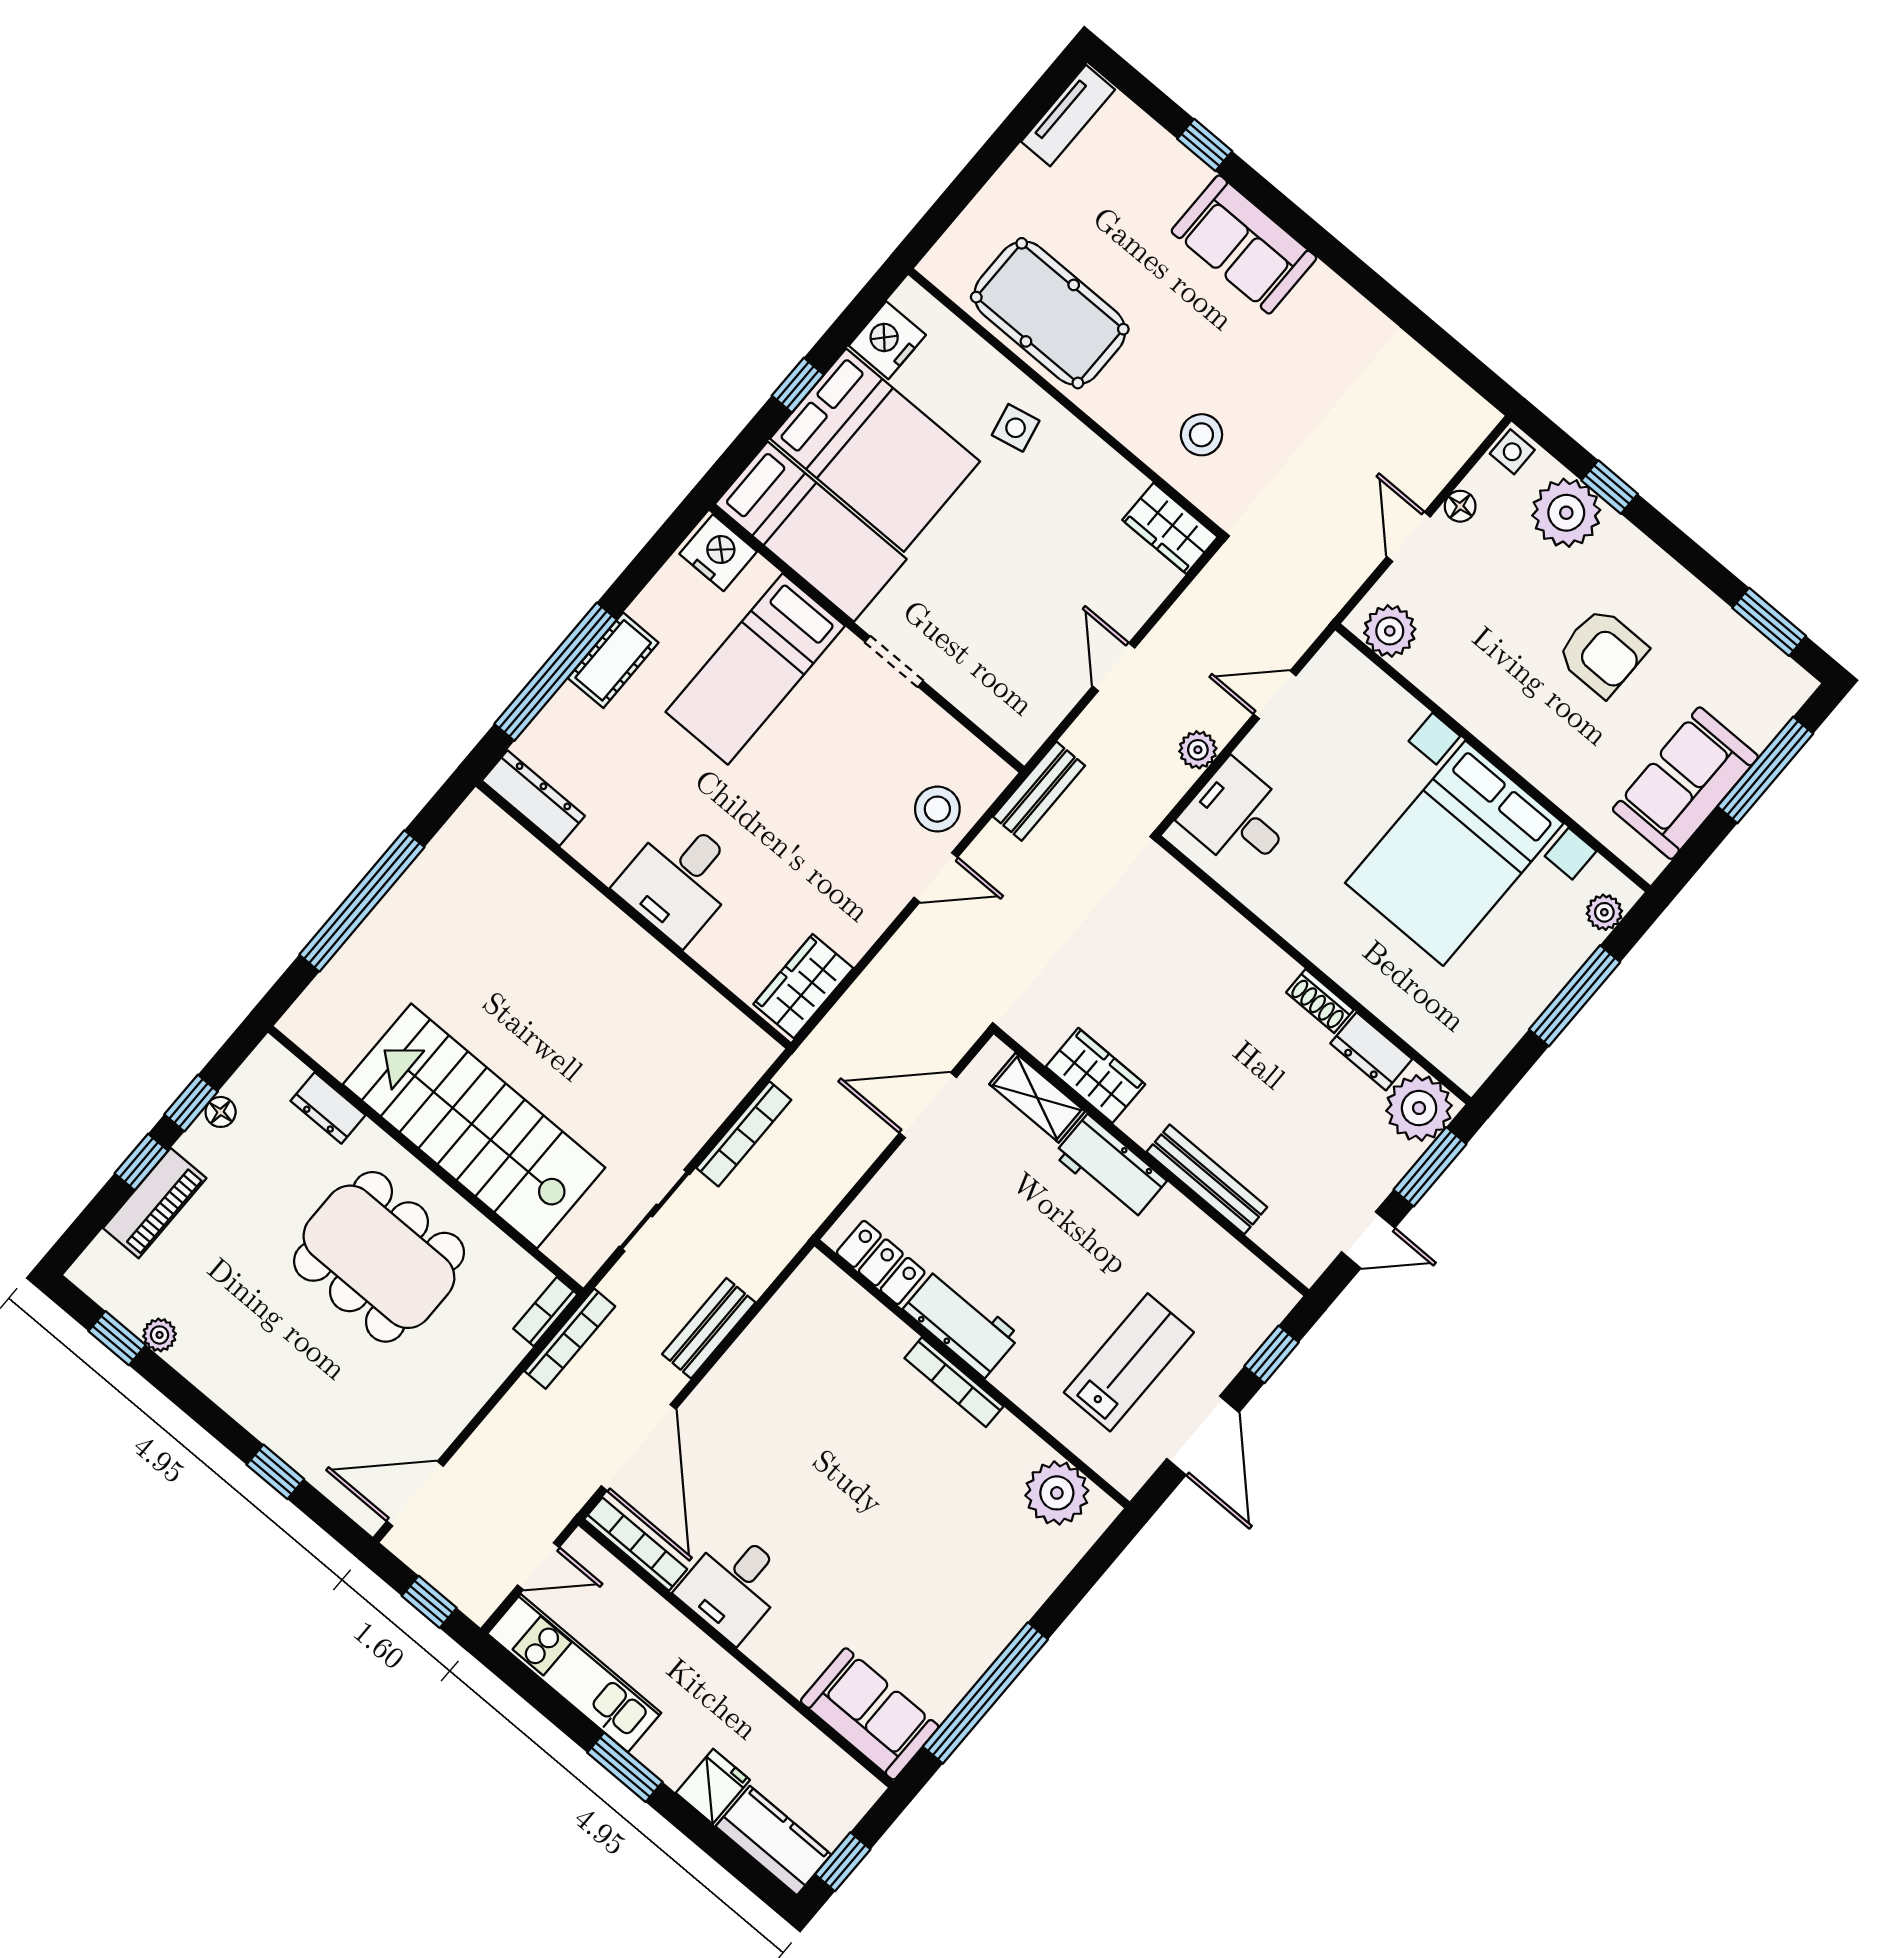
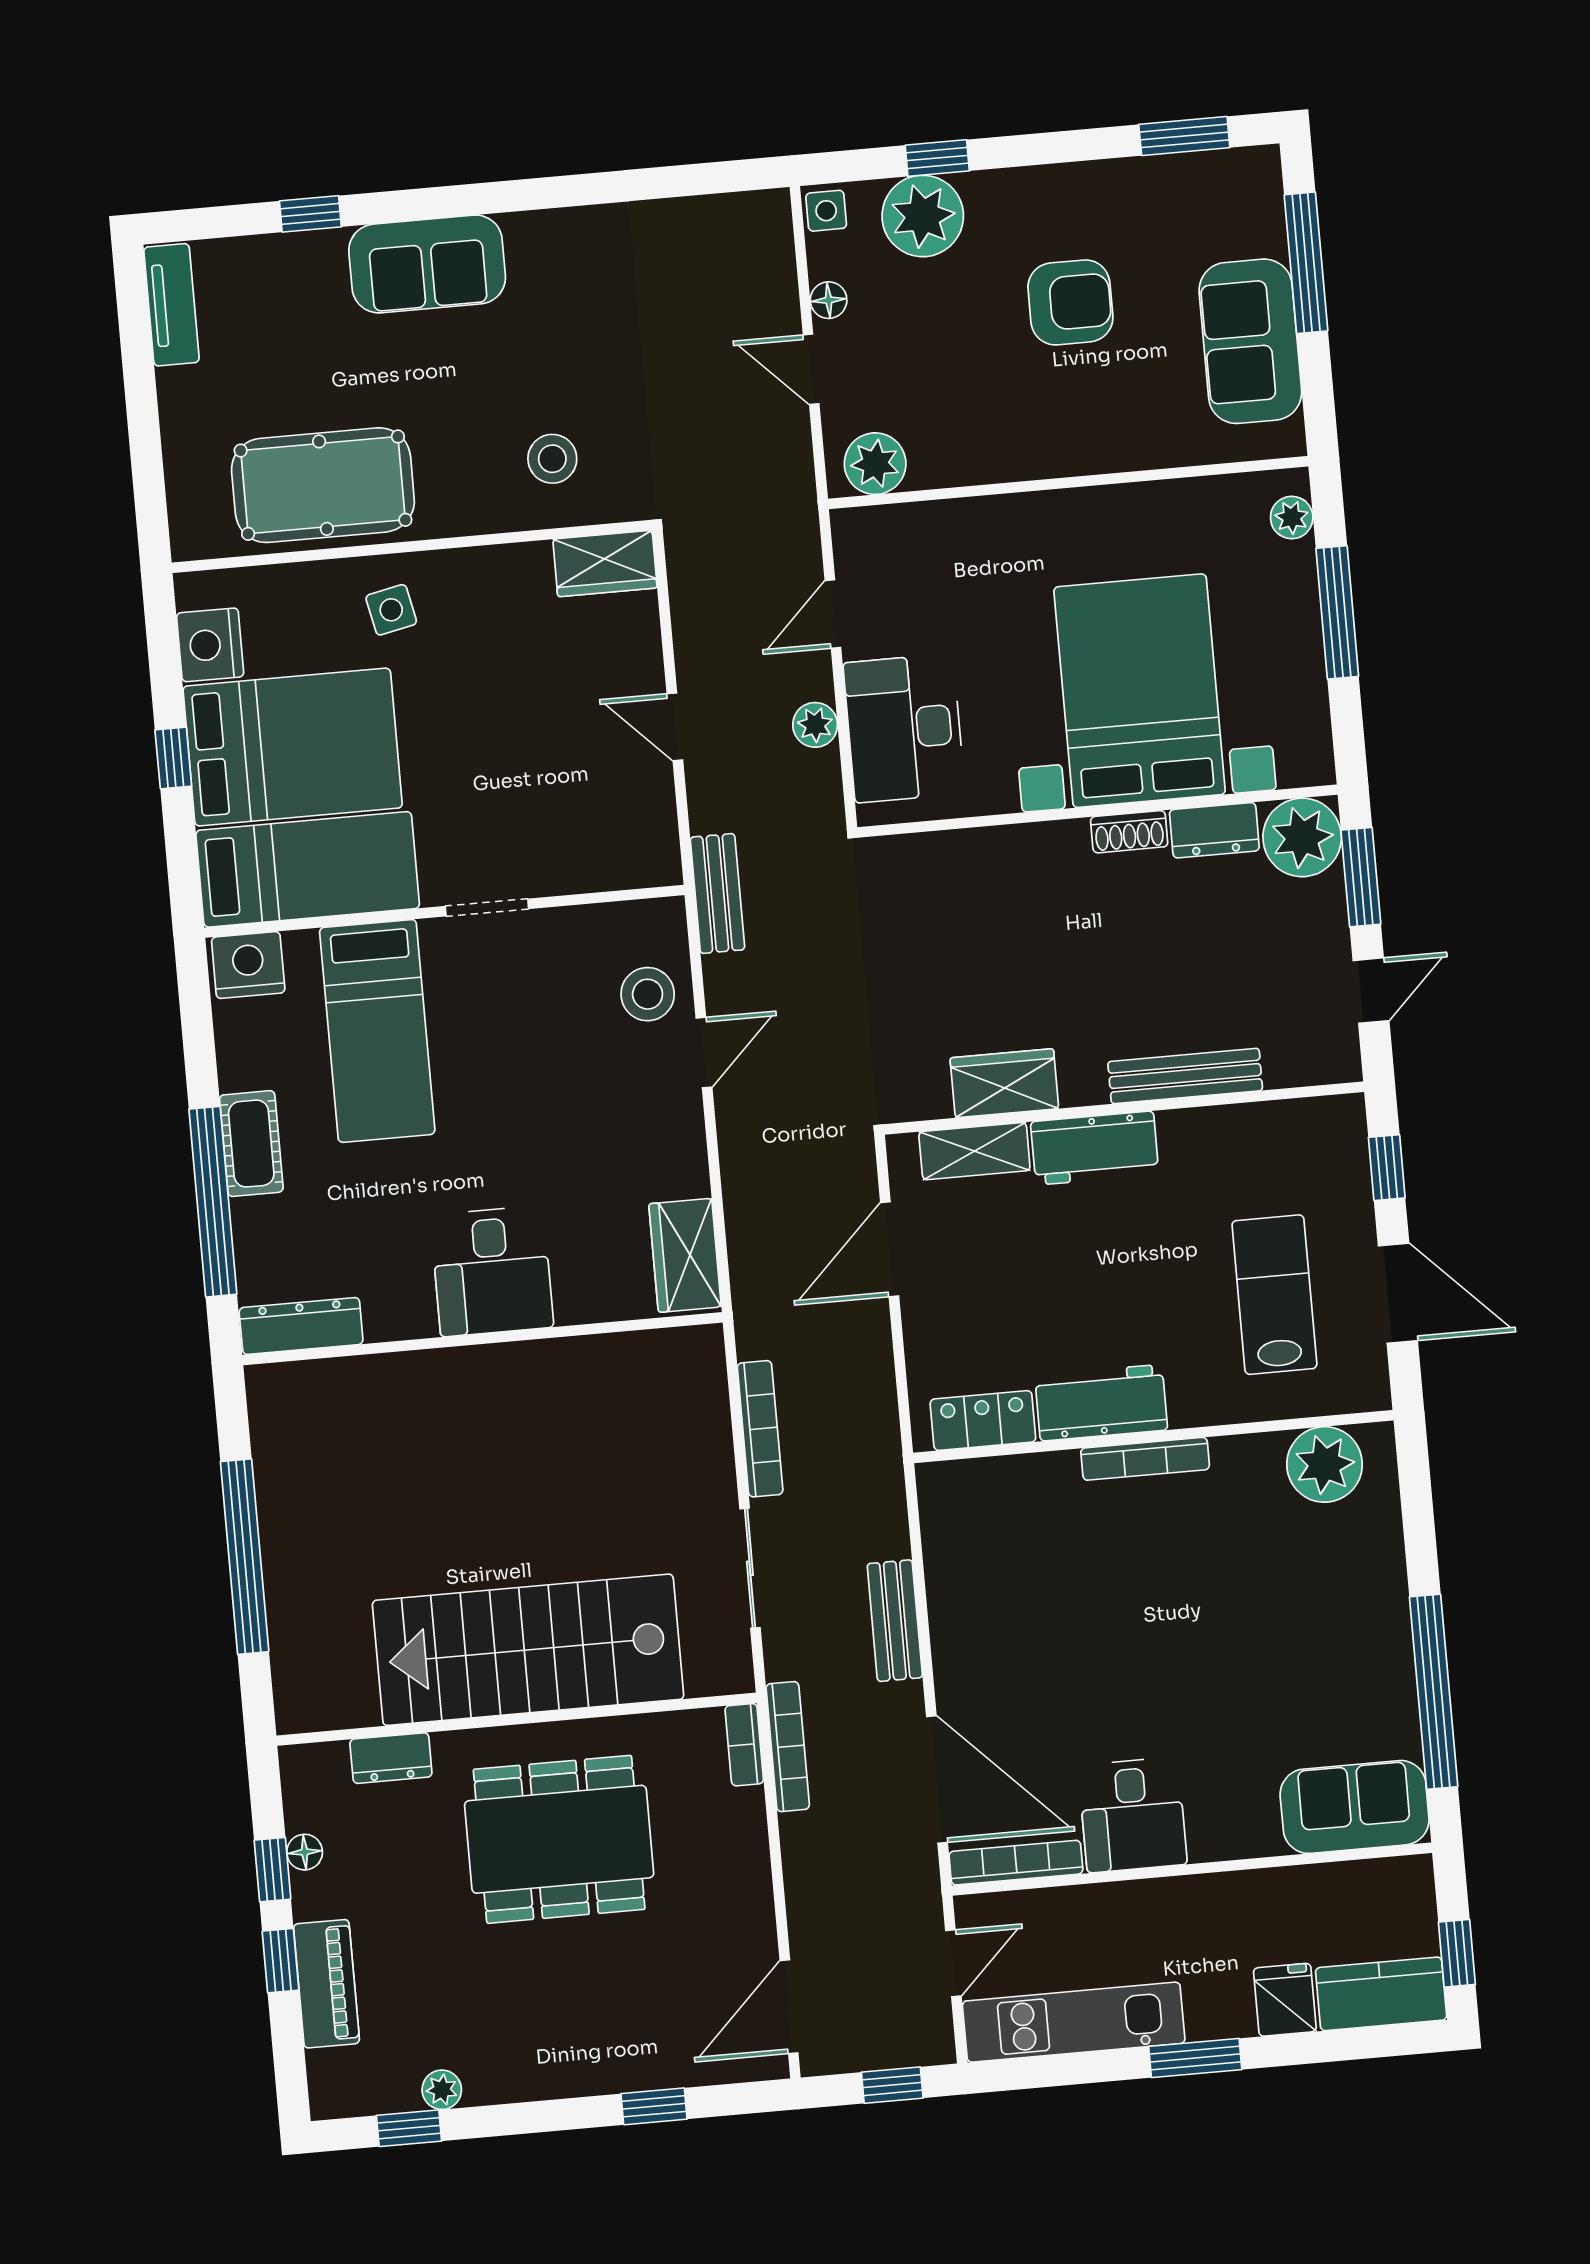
desk: (1238, 817) -> (904, 728), width x1.37
bed with nightstands: (1454, 853) -> (1140, 691), moved, turned 180

